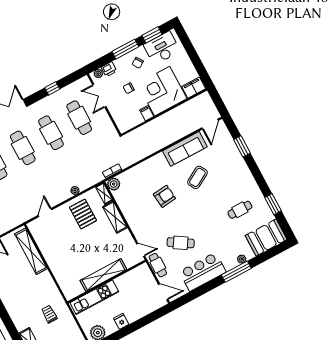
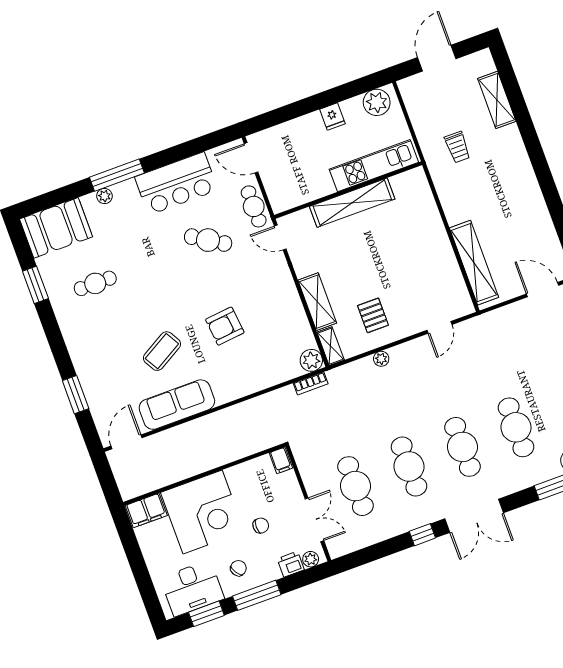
window: (52, 88) -> (422, 535), moved
filing cabinet: (147, 113) -> (281, 460), moved
pallet: (83, 214) -> (373, 315), width x0.67, depth x0.71

